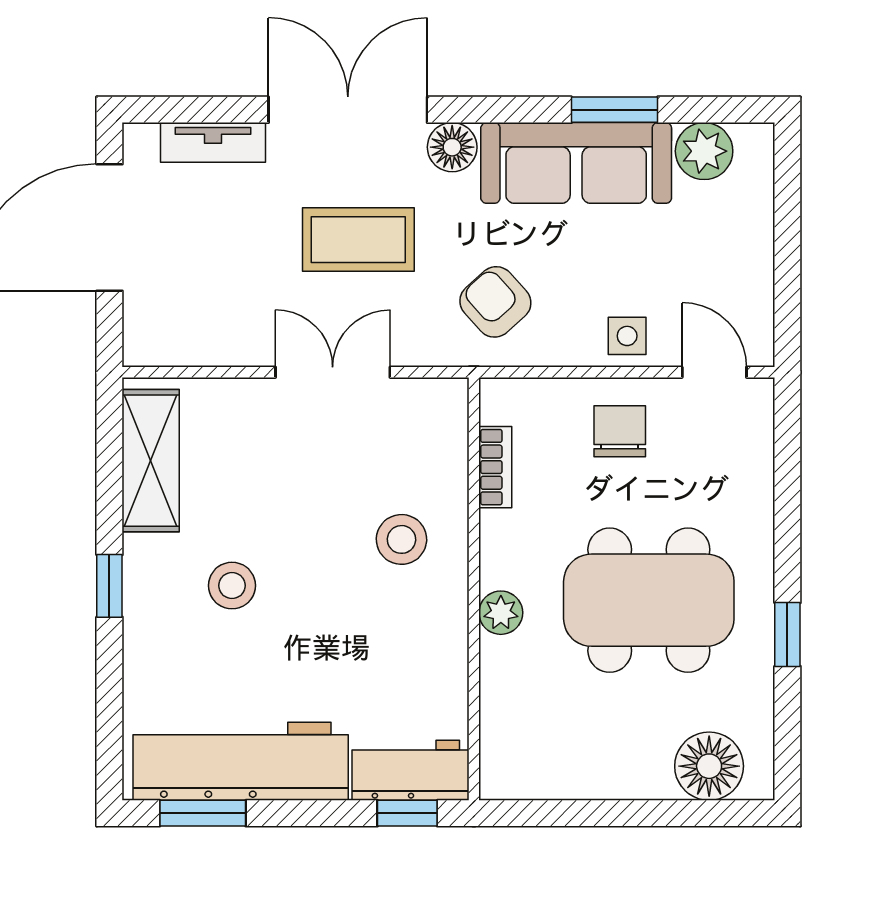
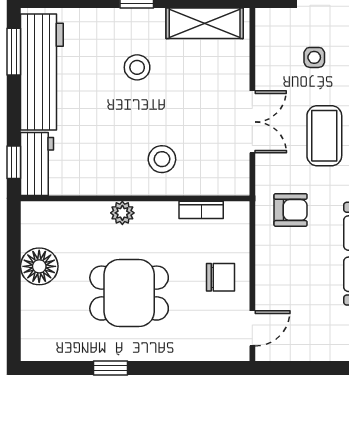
armchair: (495, 302) -> (291, 210), turned 42
side table: (627, 336) -> (314, 57), moved
dining table: (649, 600) -> (129, 293), width x0.73
floor lamp: (709, 766) -> (39, 266), moved

